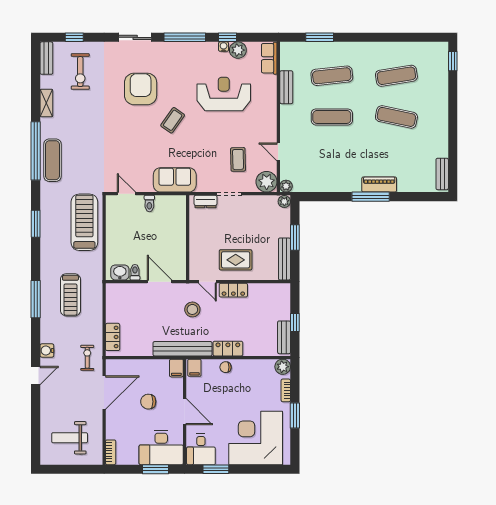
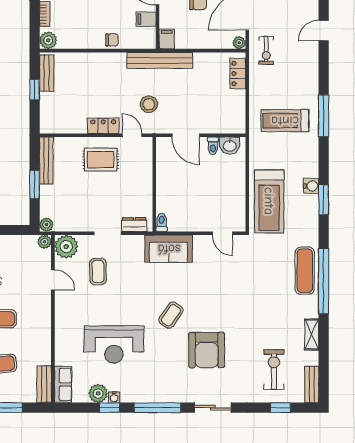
bench: (286, 87) -> (44, 384), moved
toilet: (149, 203) -> (162, 222), moved
treadmill: (70, 295) -> (285, 121), turned -90
locker: (228, 349) -> (109, 61), removed
water cooler: (47, 351) -> (311, 186), moved
plant: (111, 365) -> (239, 43), added
filing cabinet: (194, 368) -> (146, 19), moved, turned -90

